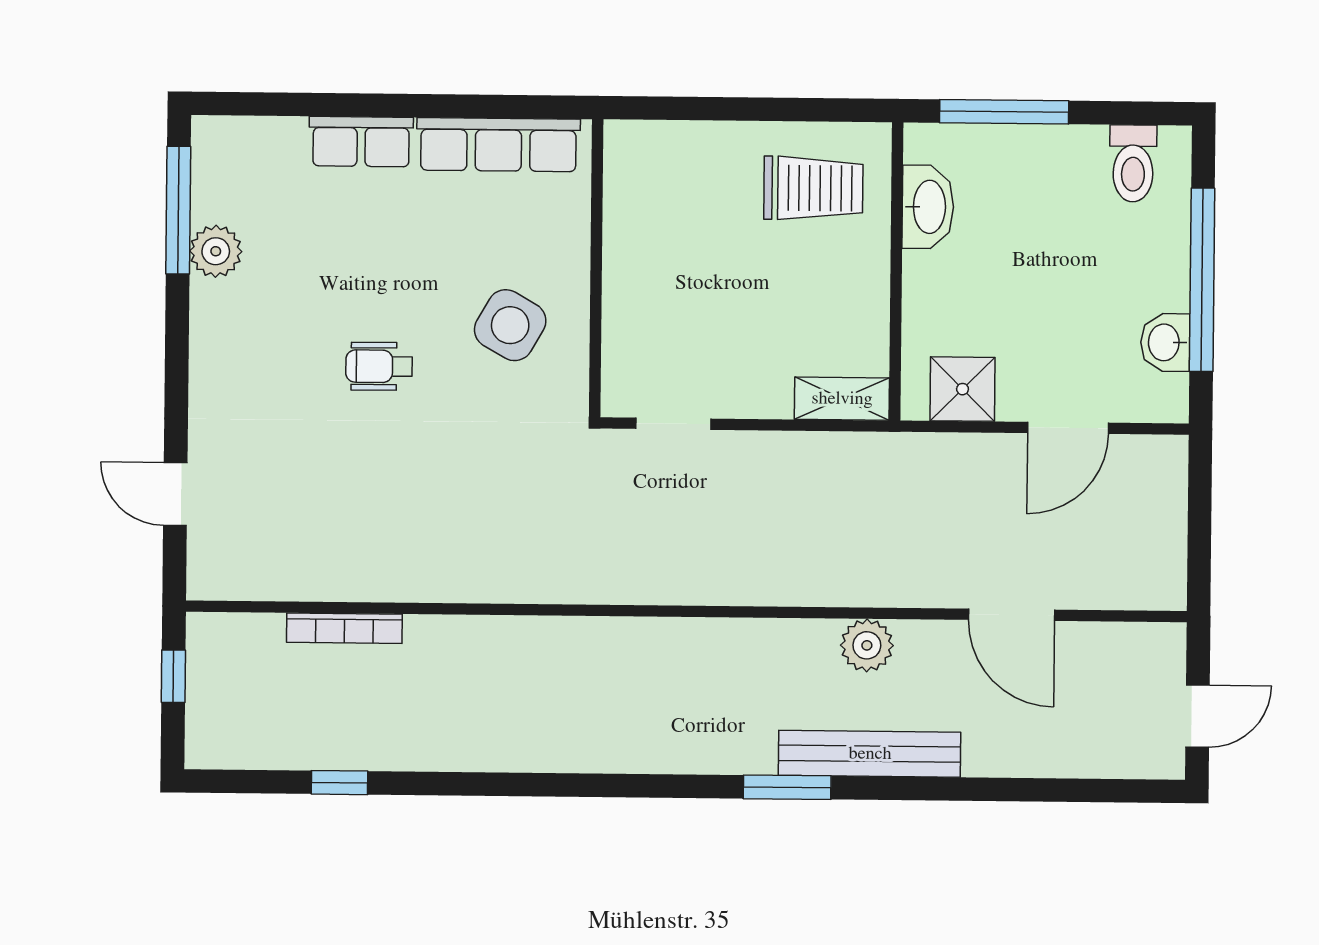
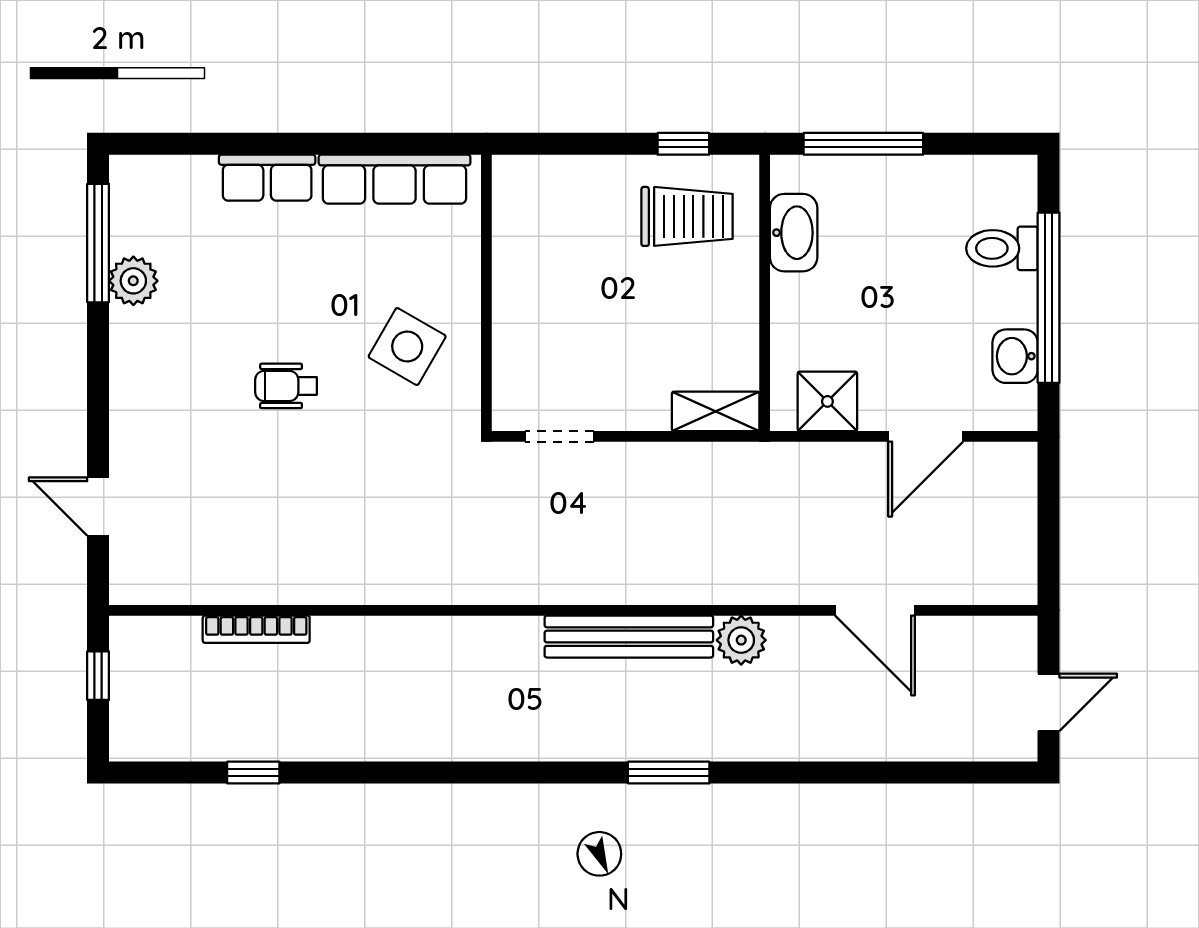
window: (810, 110) -> (683, 144), added
toilet: (1133, 163) -> (1002, 248), moved, turned 90
bench: (870, 754) -> (629, 637), moved

